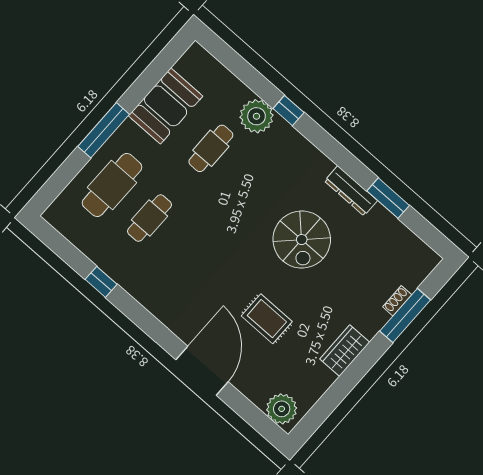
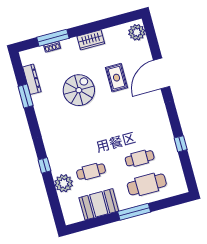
plant: (256, 116) -> (64, 183), moved
dresser: (351, 191) -> (32, 79), moved
spiral stairs: (302, 240) -> (79, 90), moved

